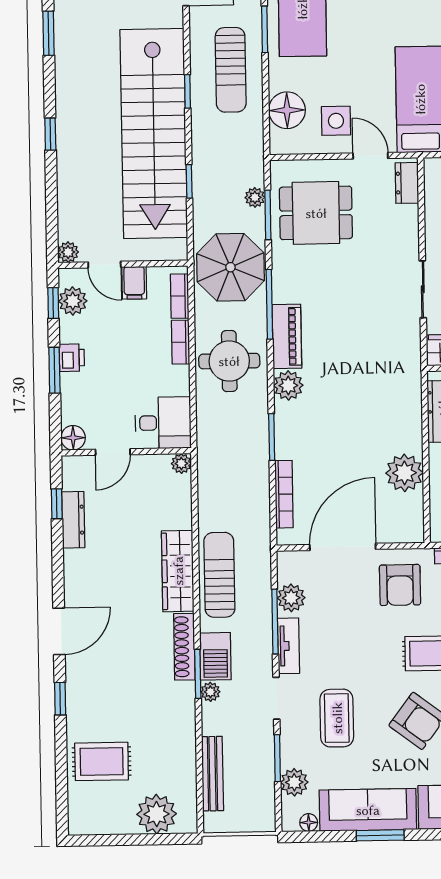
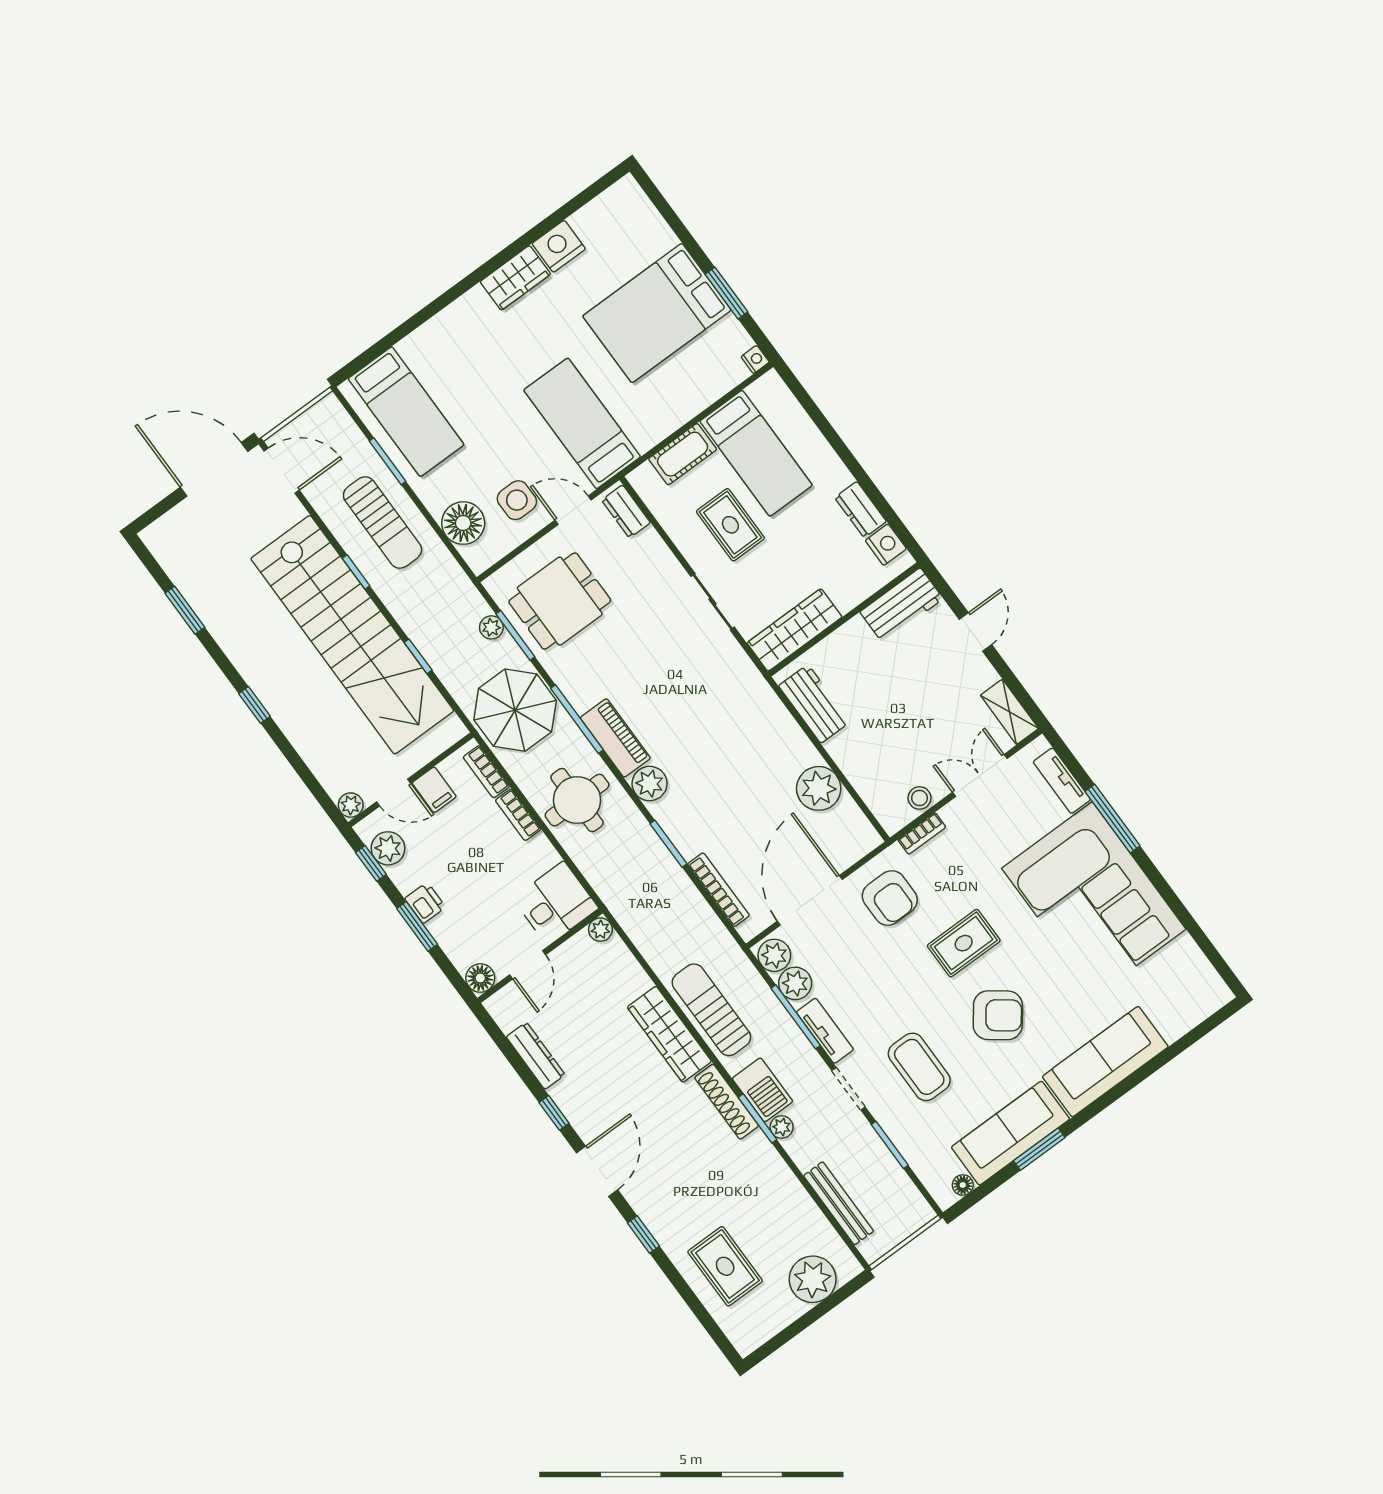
window: (57, 504) -> (554, 1113), moved
rug: (102, 761) -> (725, 1266), turned 90
plant: (294, 782) -> (774, 955), moved

